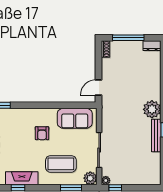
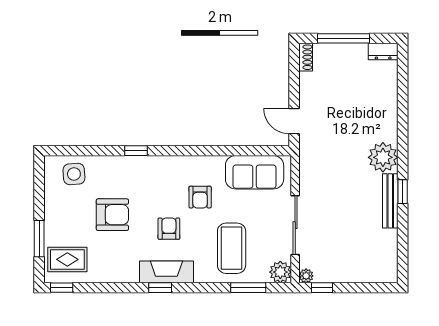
door: (99, 88) -> (294, 121), hinge flipped
armchair: (23, 152) -> (169, 229), added
coffee table: (61, 164) -> (232, 248), turned 90

